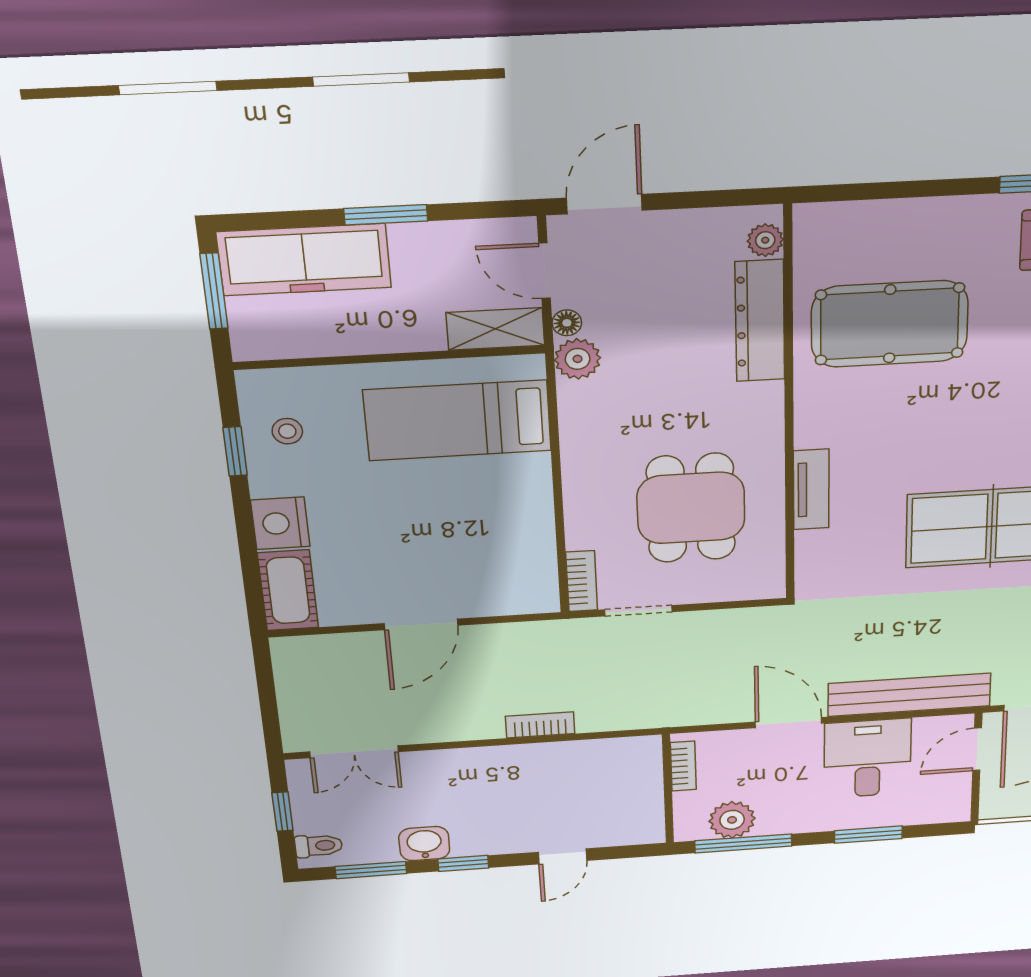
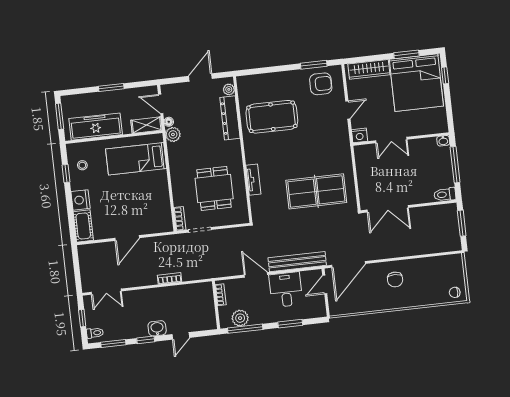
door: (604, 204) -> (200, 77), moved
freezer: (304, 260) -> (96, 127), moved, turned 180
washbasin: (424, 844) -> (157, 328), moved

